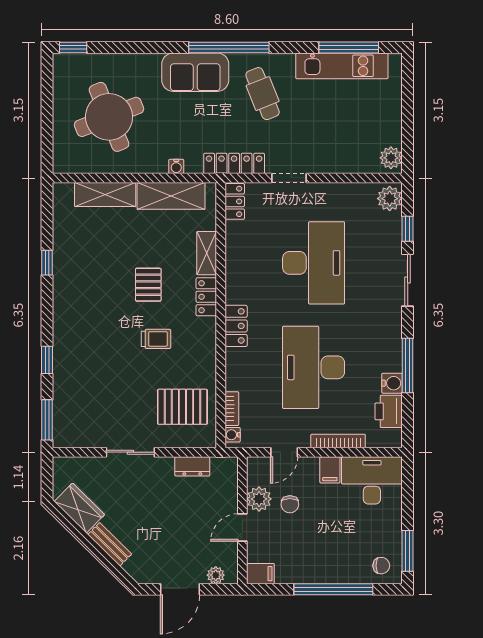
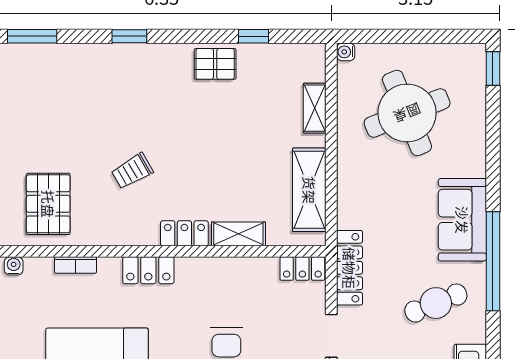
water cooler: (176, 166) -> (346, 52), moved
shelving: (105, 195) -> (315, 108), width x0.67, depth x0.75
window: (47, 263) -> (254, 36), moved
pallet: (148, 285) -> (215, 64), moved
trolley: (156, 339) -> (132, 171), turned 60
window: (47, 360) -> (129, 36), moved
bookcase: (232, 409) -> (76, 265), moved

